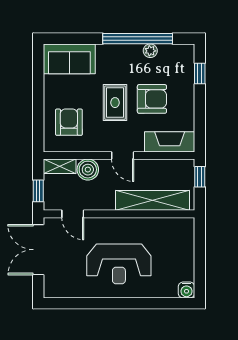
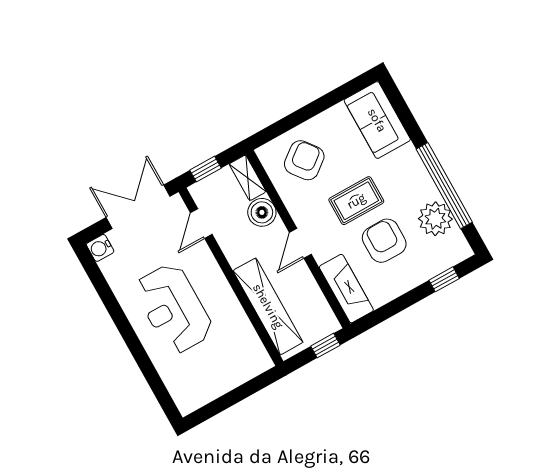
plant: (150, 51) -> (435, 219), width x1.88, depth x1.88
armchair: (152, 99) -> (384, 241), turned 180
armchair: (69, 122) -> (304, 160), turned -38
water cooler: (186, 290) -> (100, 248), moved

